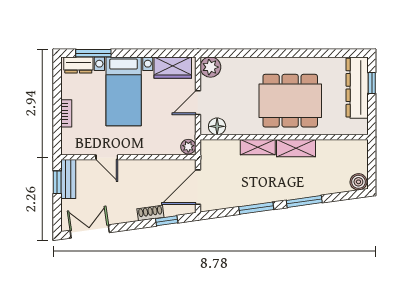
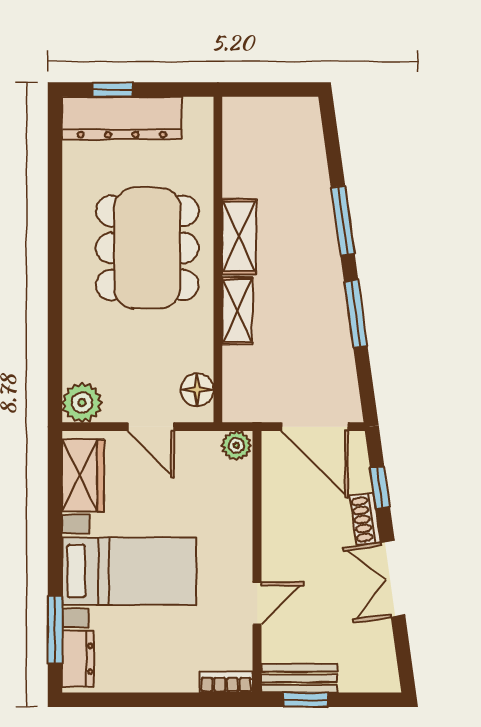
bookcase: (66, 113) -> (226, 682), moved
boiler: (358, 182) -> (305, 115), removed
double door: (90, 231) -> (393, 579), moved

